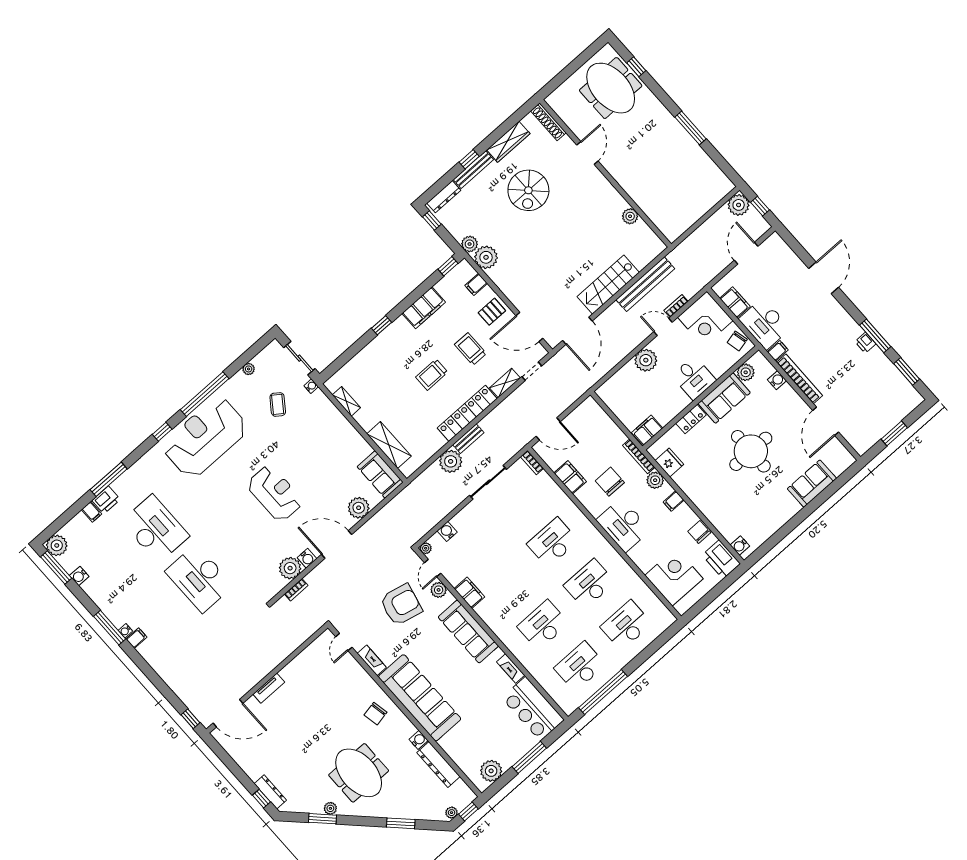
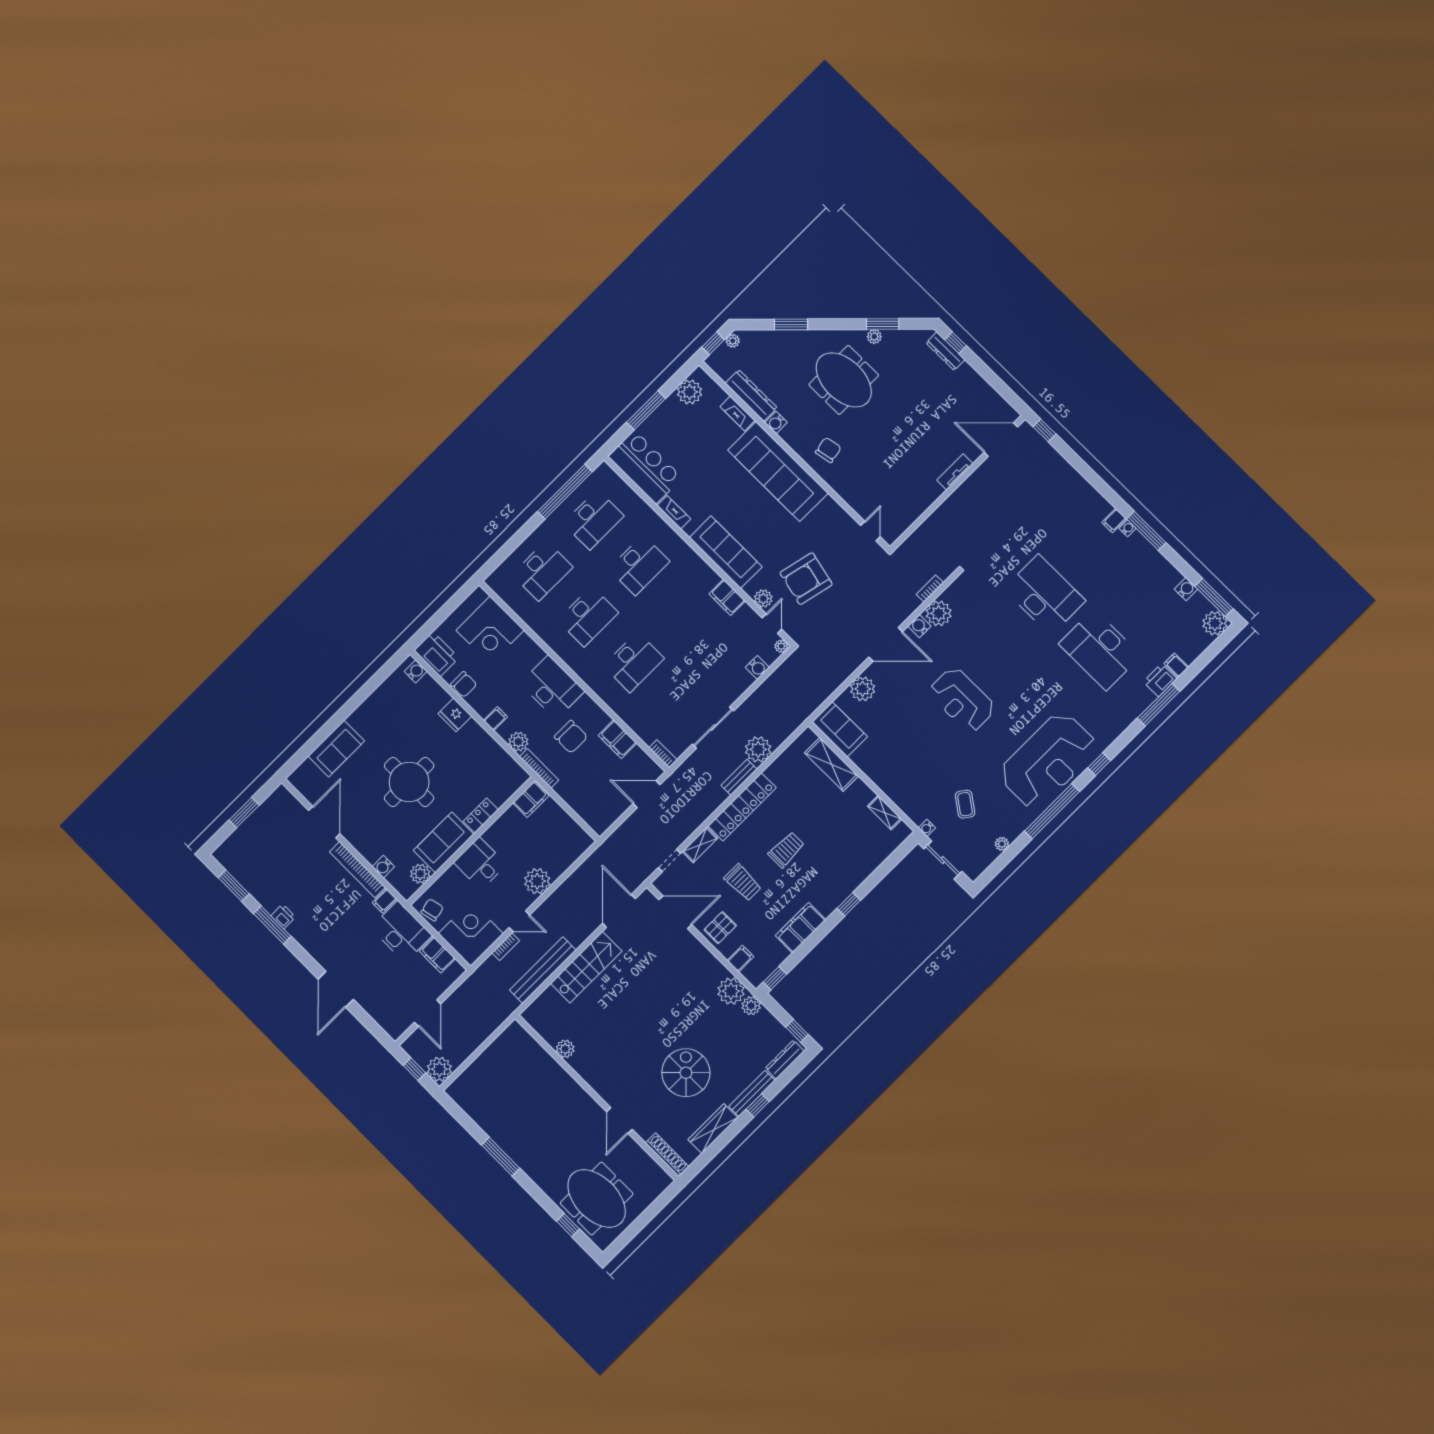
fridge: (669, 462) -> (455, 715), moved
fireplace: (372, 660) -> (737, 414), moved

